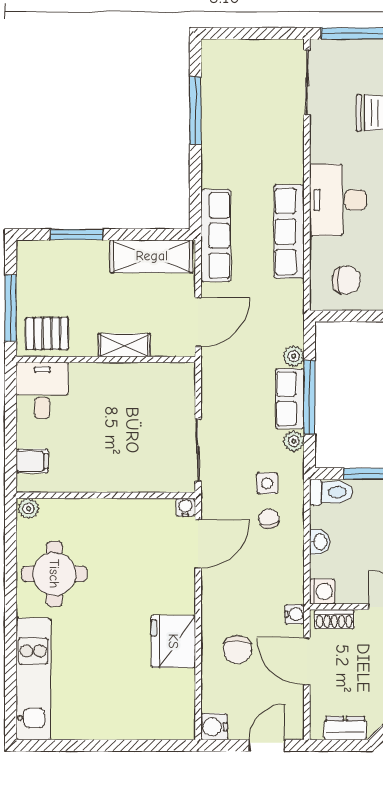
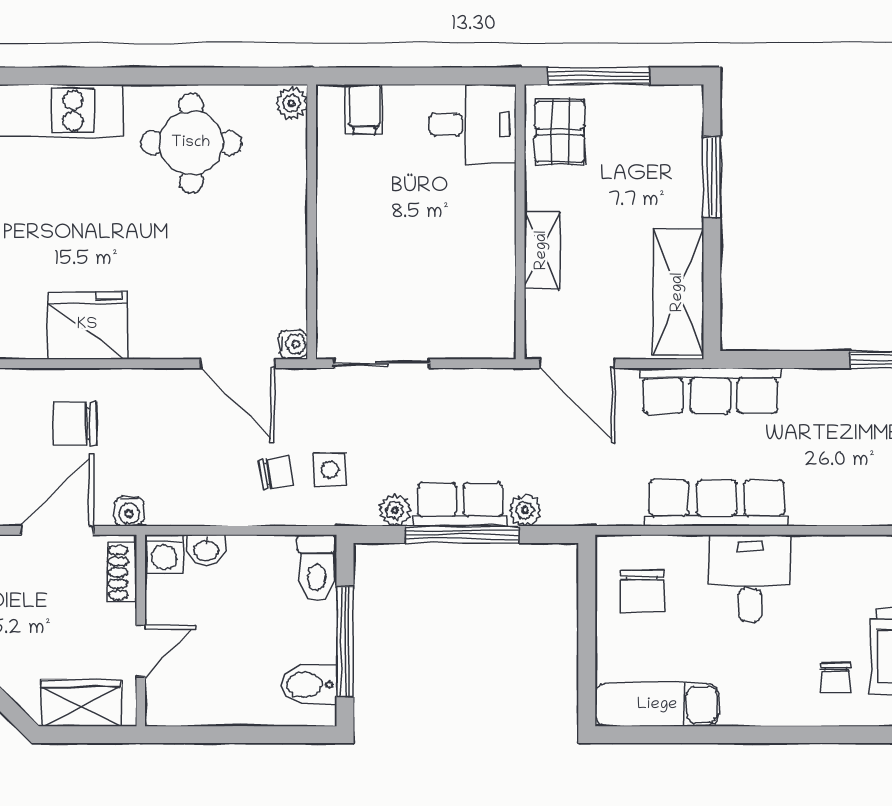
desk: (338, 200) -> (750, 578), width x0.73
washbasin: (320, 542) -> (206, 550), moved

